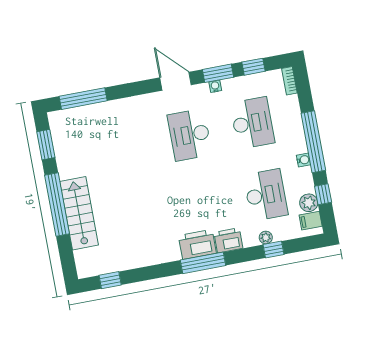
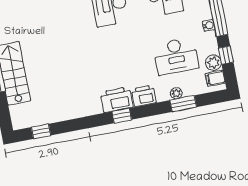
desk: (266, 195) -> (176, 56), turned 90
window: (274, 250) -> (183, 104), width x1.50
window: (203, 263) -> (122, 116), width x0.46

